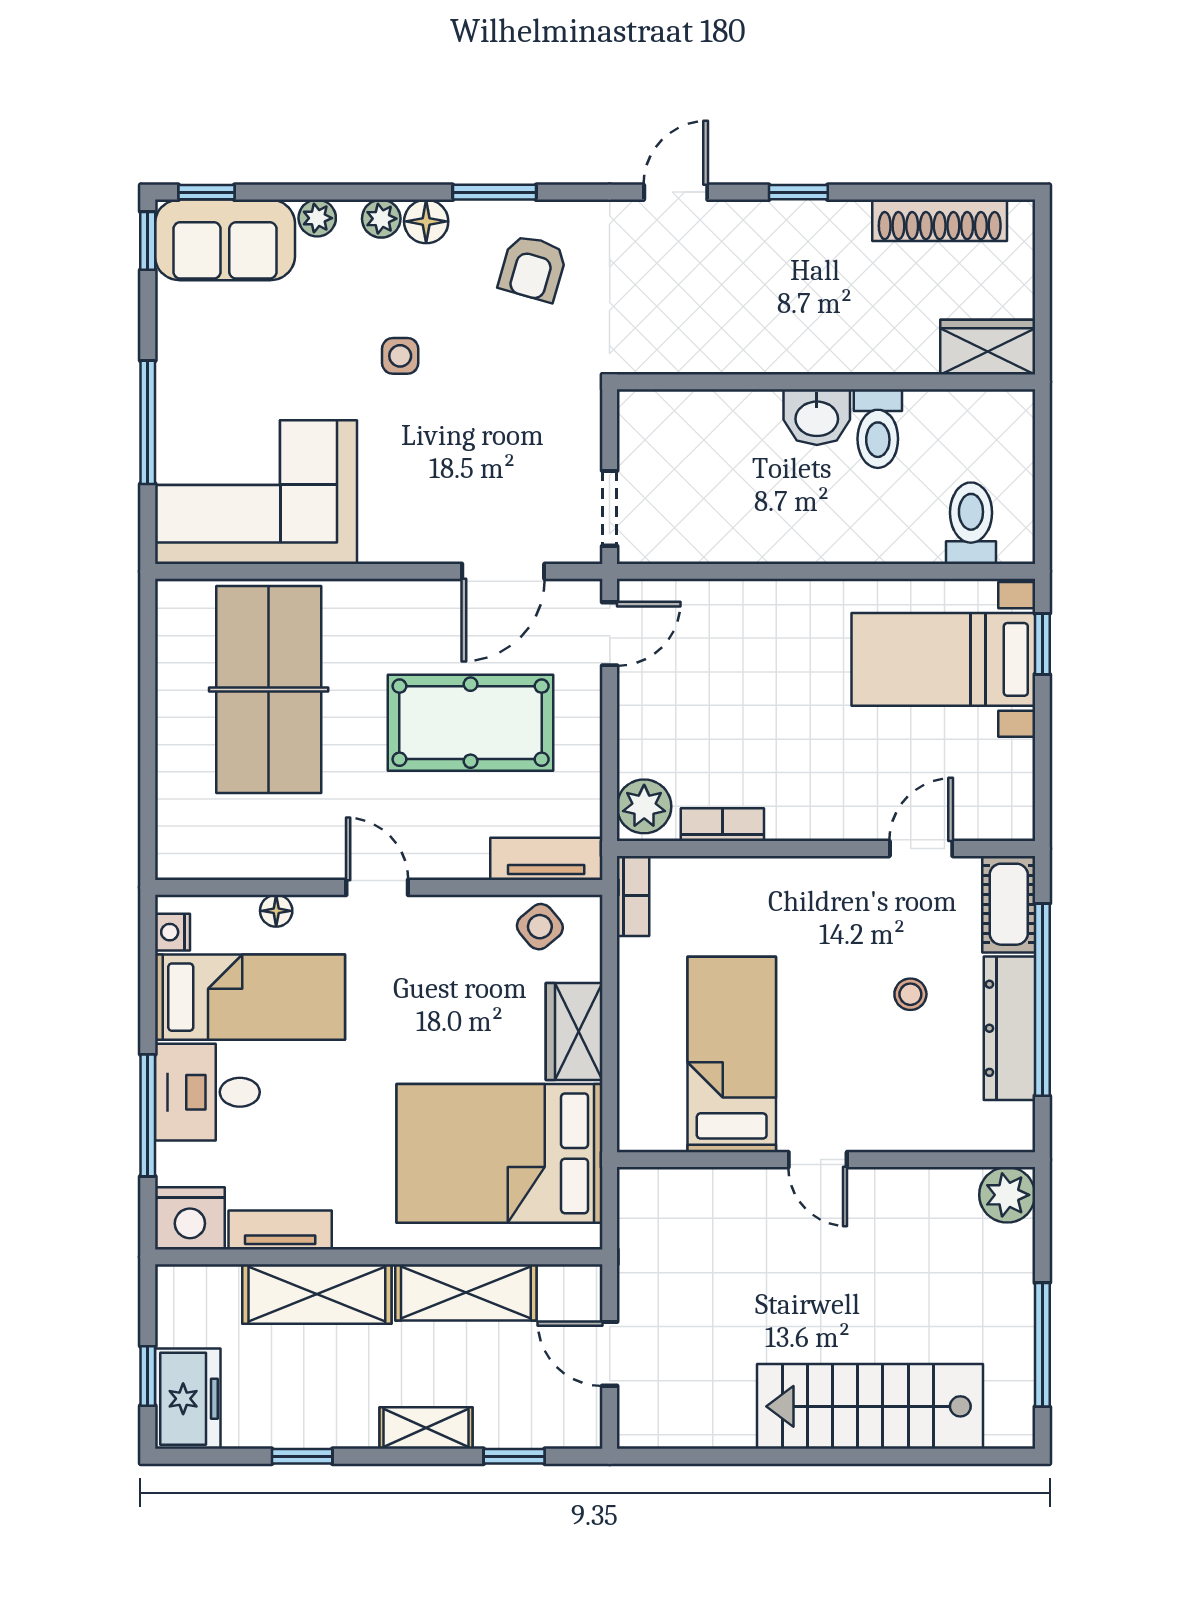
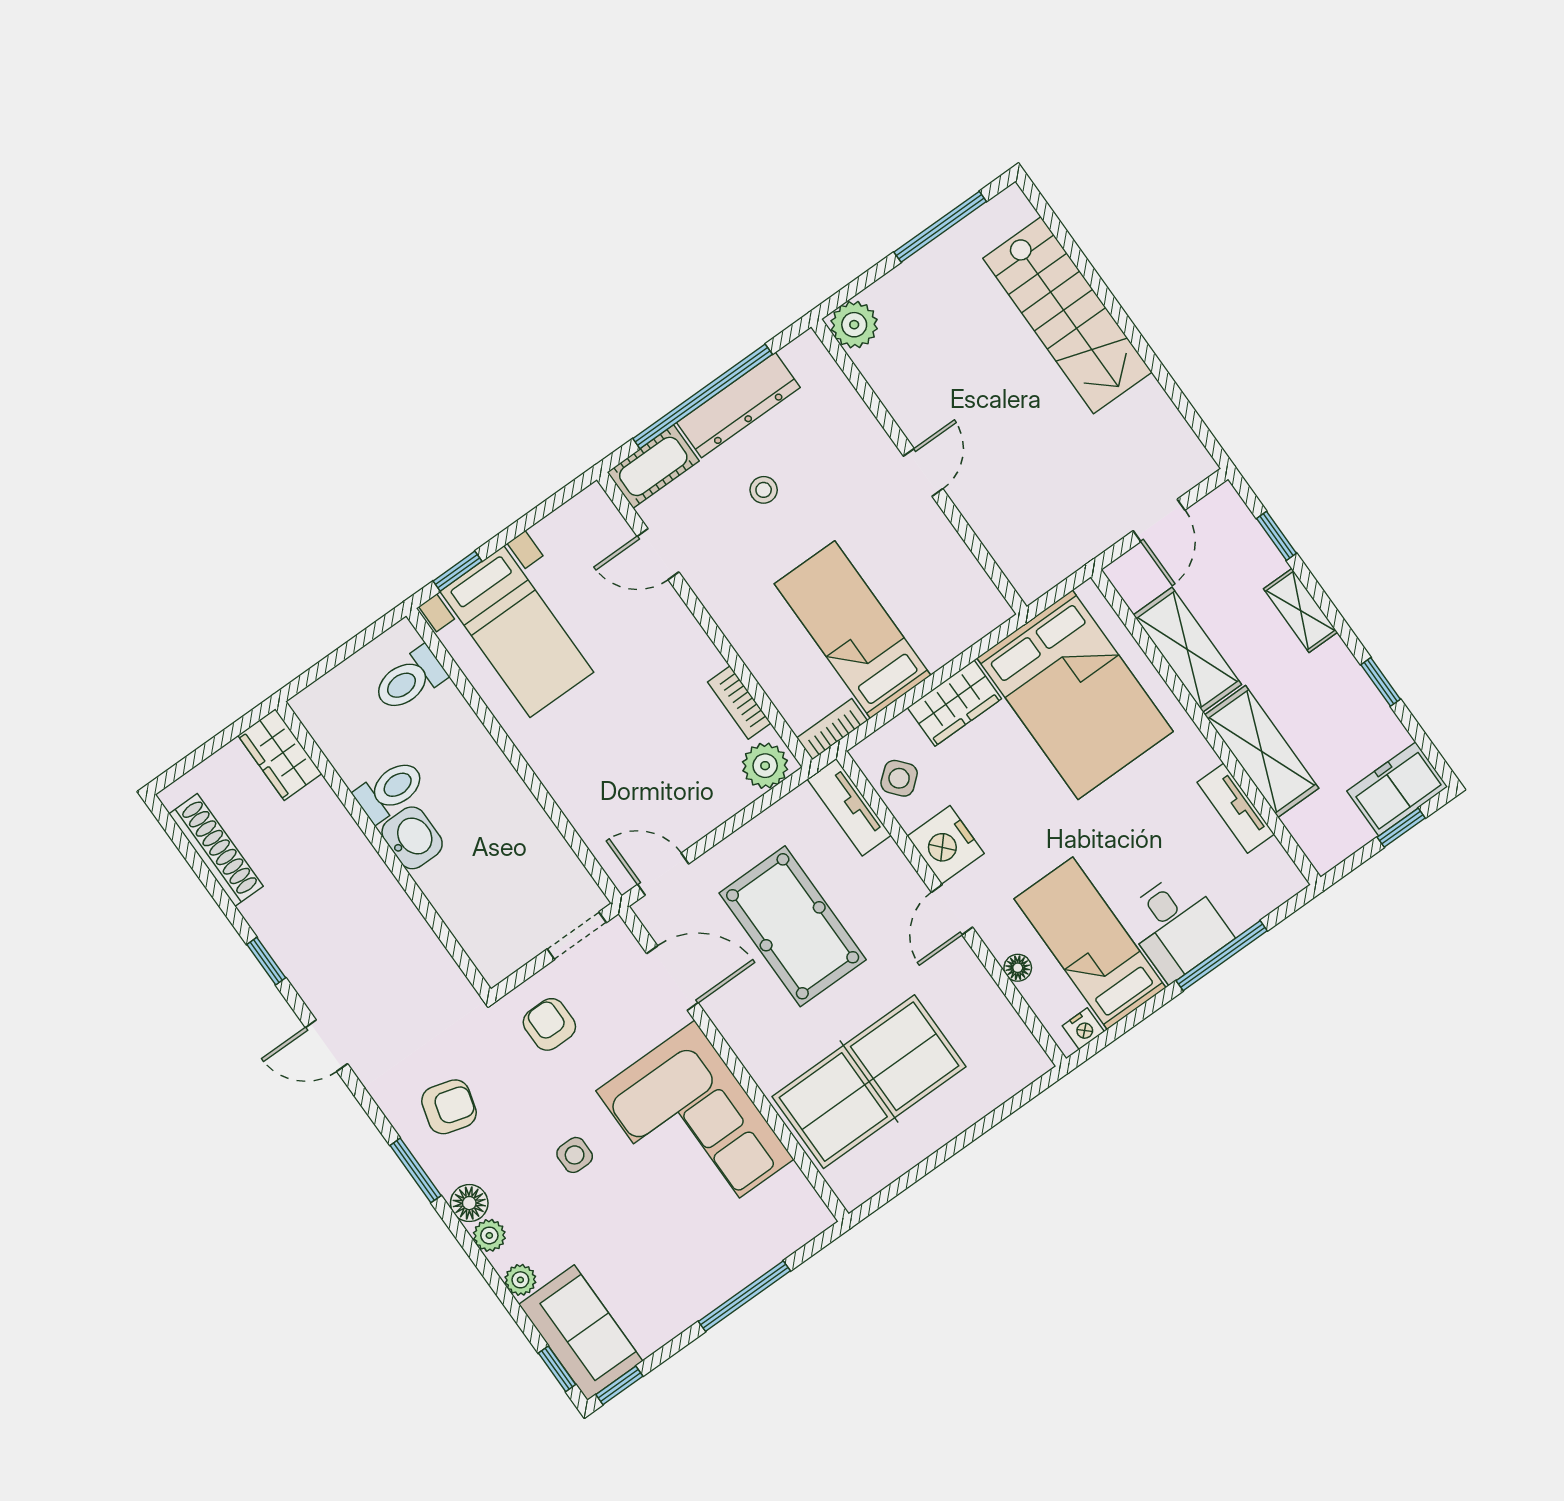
armchair: (543, 421) -> (549, 1024), added
corner sofa: (256, 492) -> (695, 1125), moved
bed: (732, 1054) -> (853, 630), moved, turned 90
nightstand: (190, 1218) -> (946, 845), moved, turned 180

